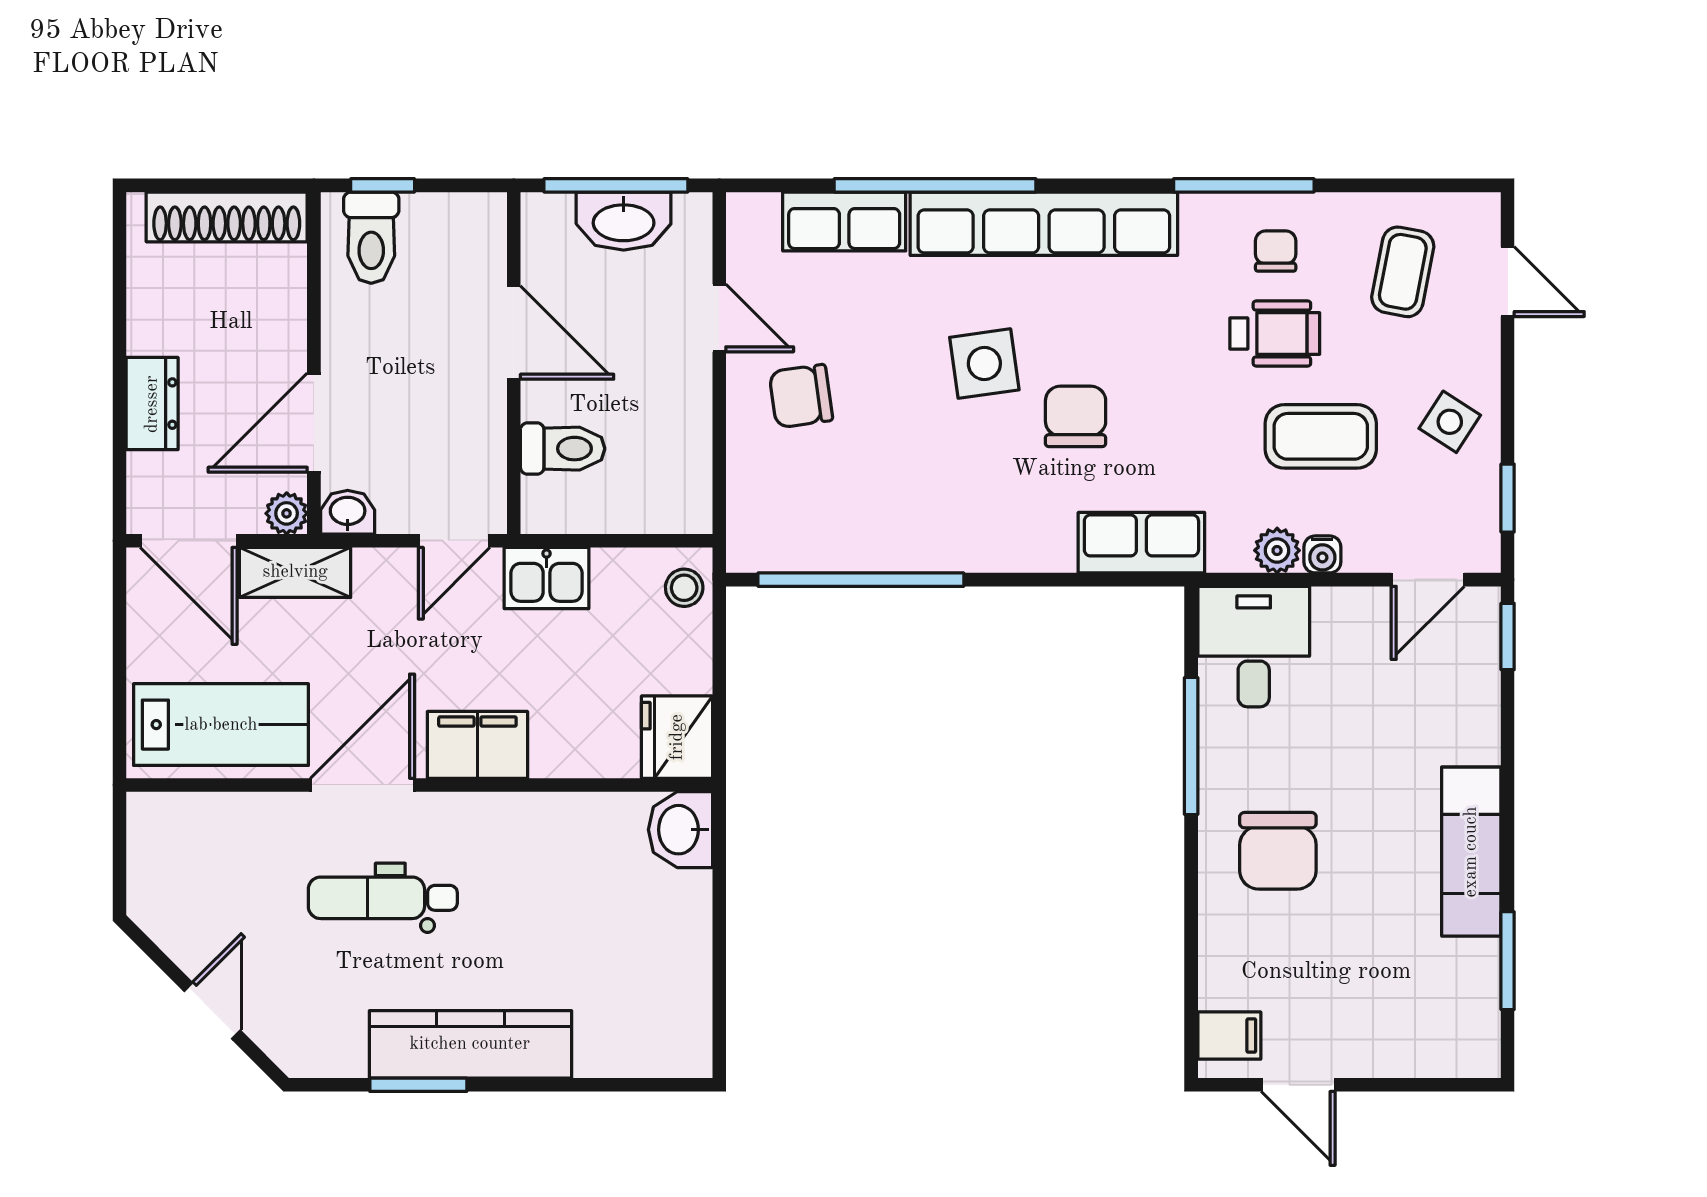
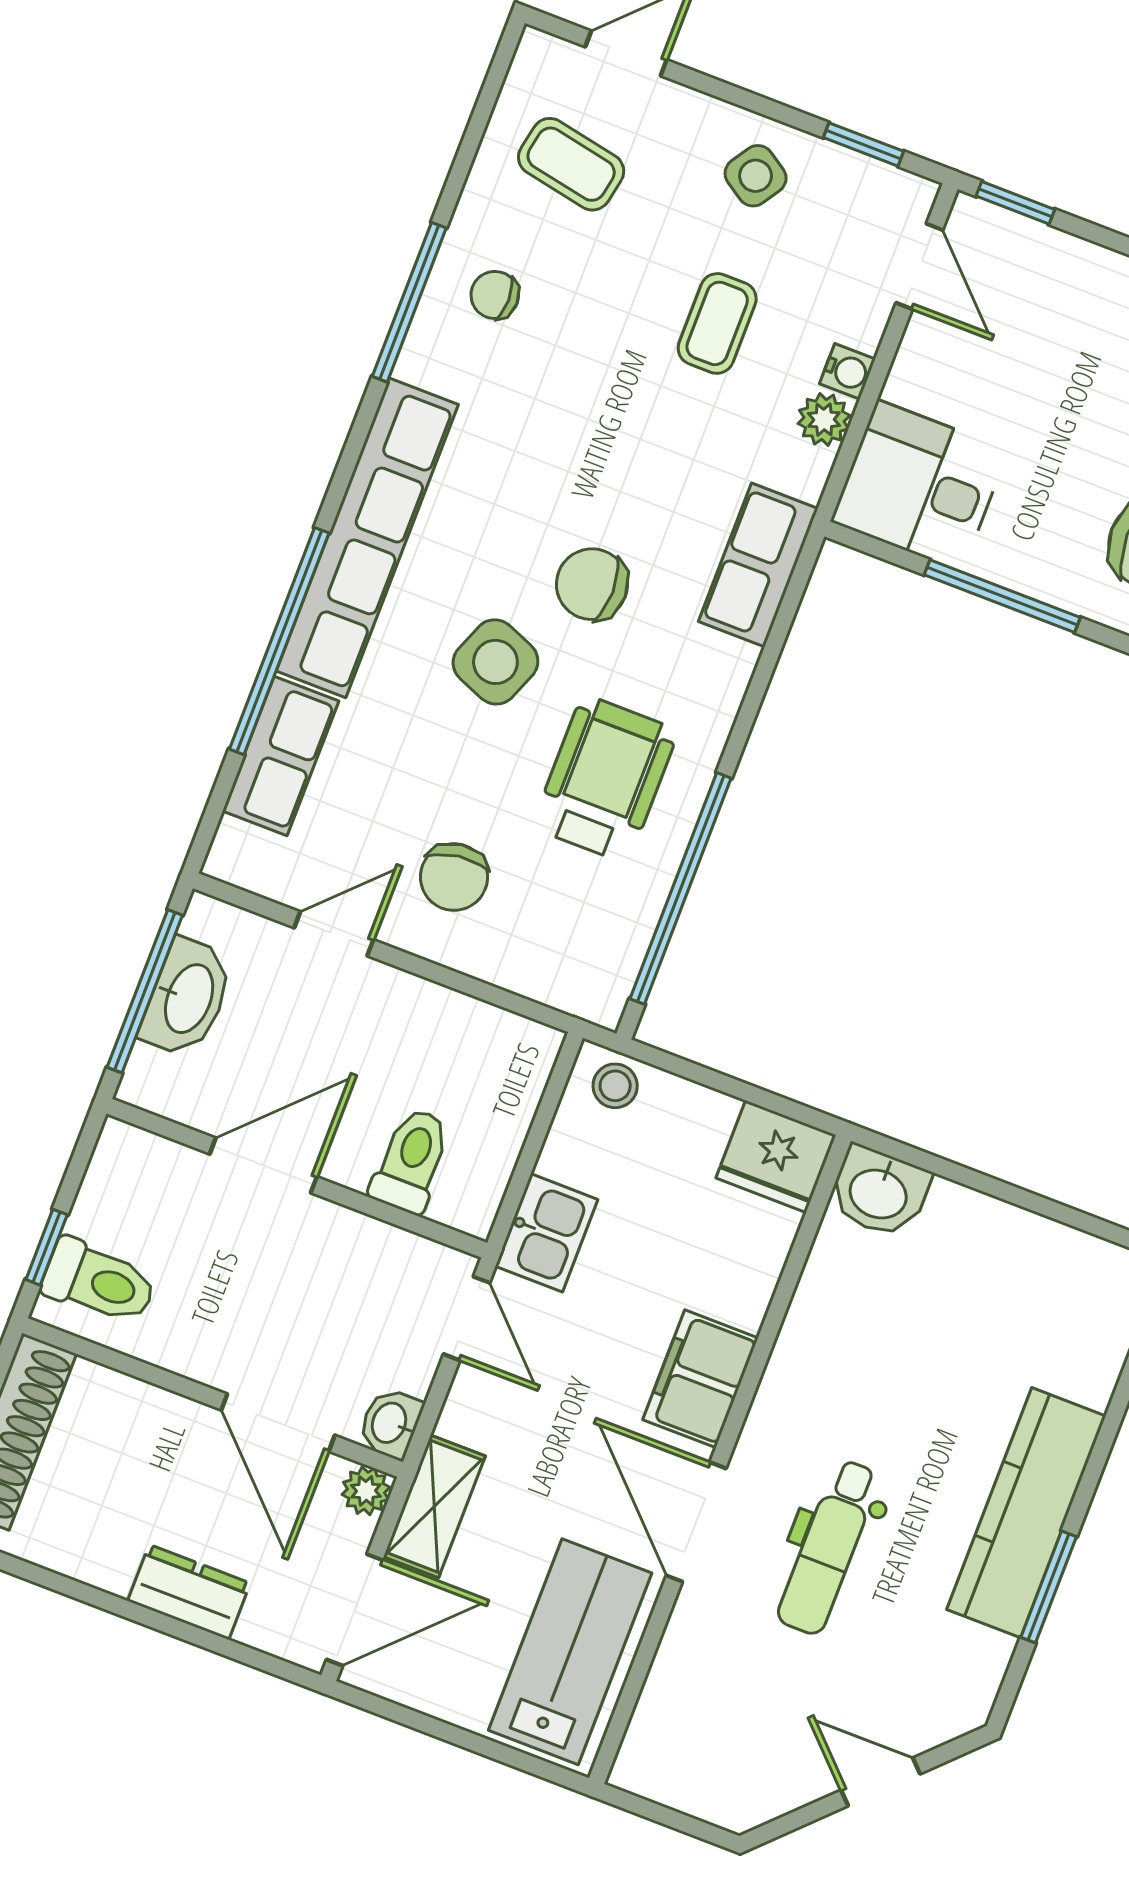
wheelchair: (1275, 334) -> (605, 779), moved, width x1.36, depth x1.37
side table: (984, 364) -> (495, 662), turned 30
coffee table: (1321, 436) -> (717, 323), width x0.73, depth x0.77

